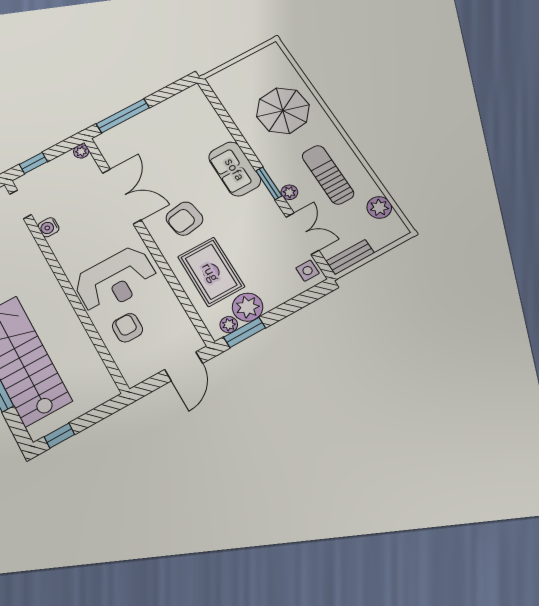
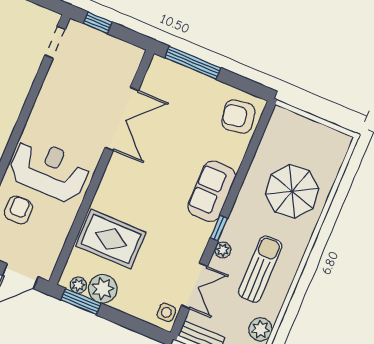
plant: (81, 151) -> (136, 54), removed
window: (269, 183) -> (219, 228), width x0.67
armchair: (184, 219) -> (238, 117), moved
water cooler: (49, 227) -> (53, 81), removed
rug: (211, 272) -> (111, 239), turned 90
reception desk: (115, 280) -> (49, 170), turned 180

